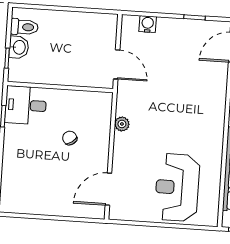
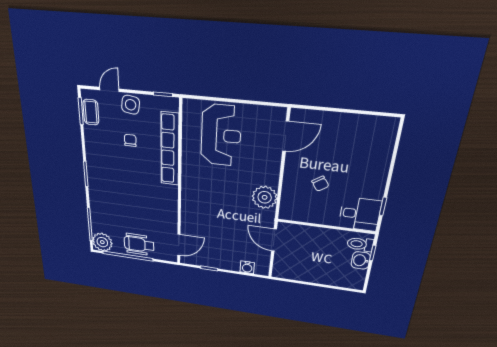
toilet: (24, 27) -> (360, 244), moved
plant: (122, 124) -> (265, 197), width x1.88, depth x1.88

